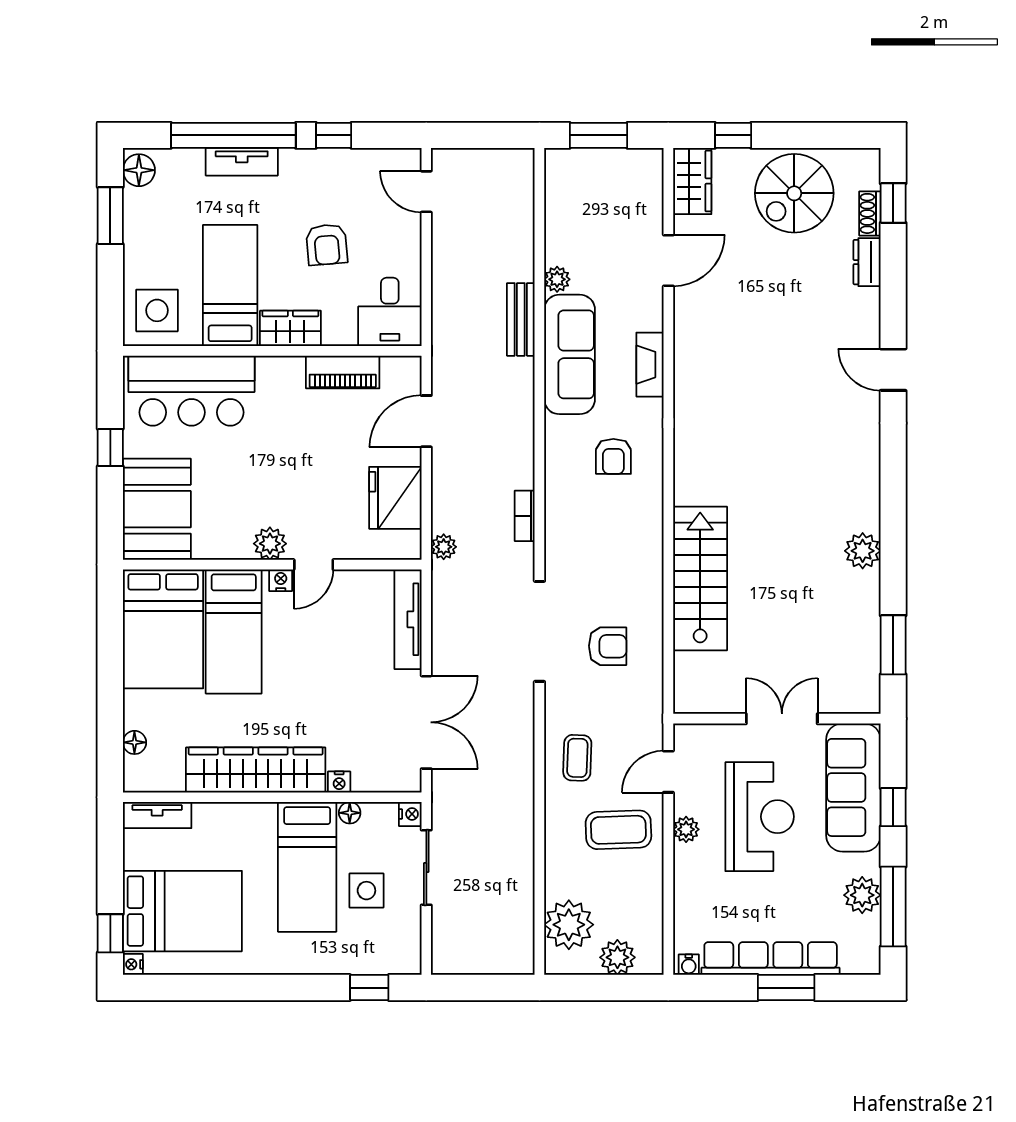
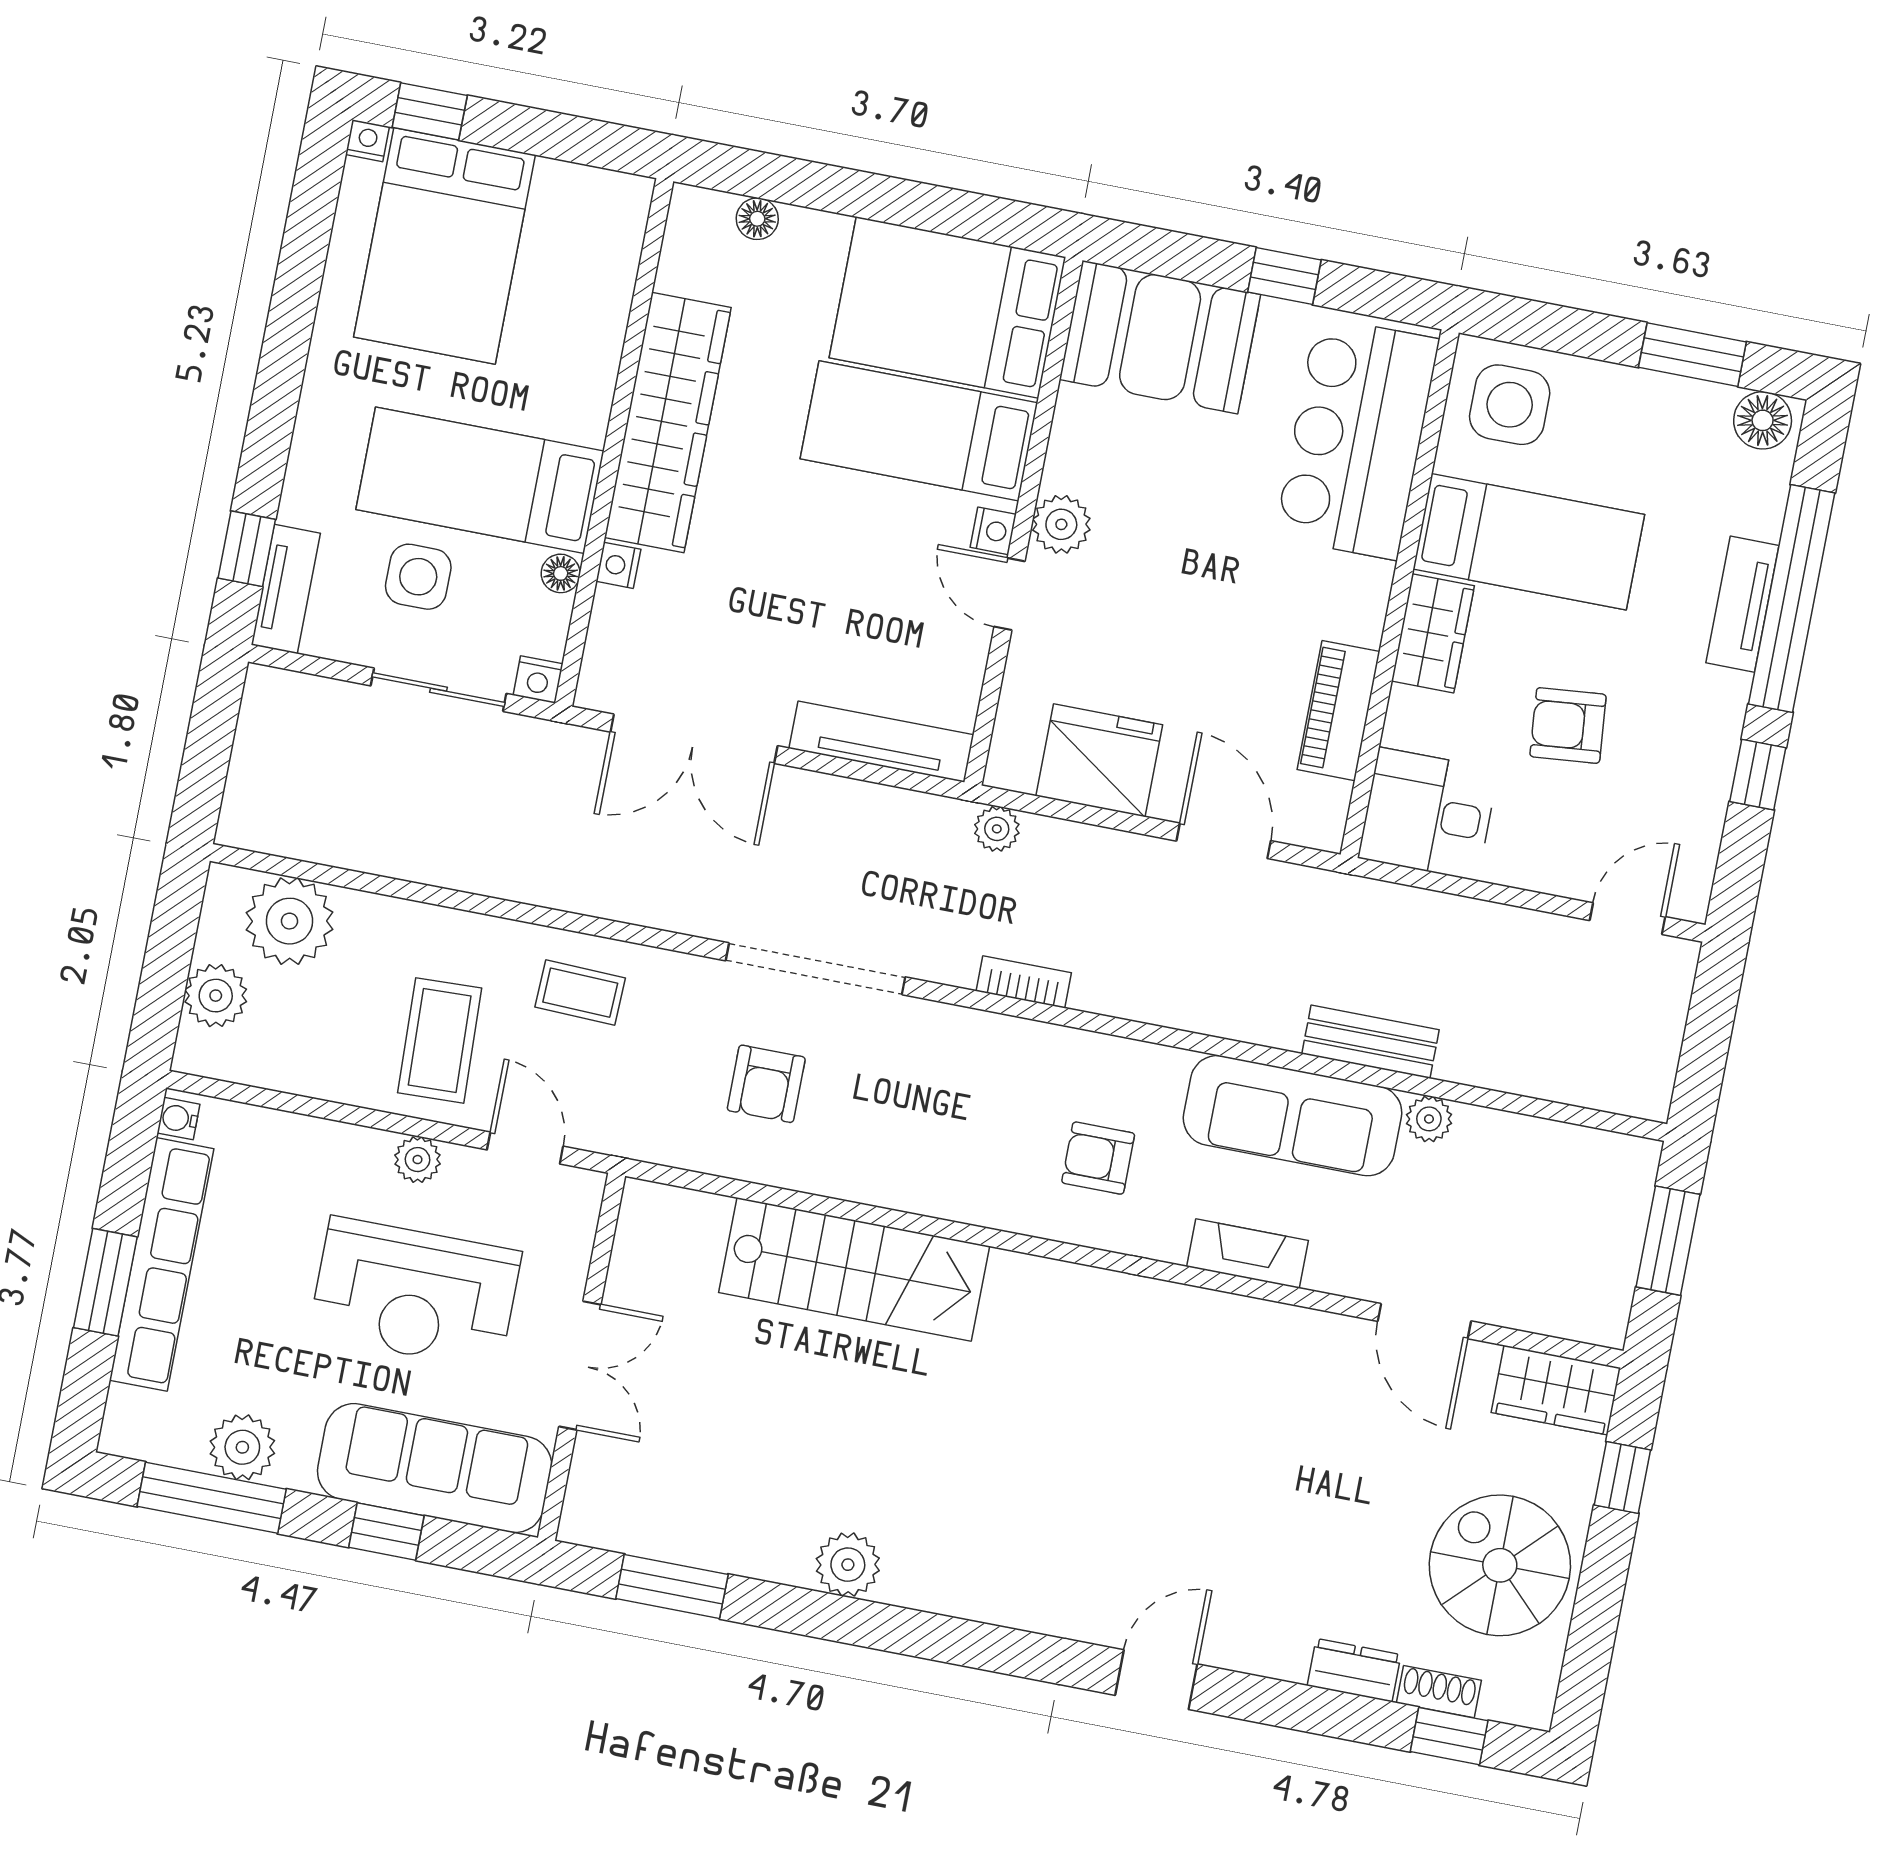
tv unit: (157, 815) -> (286, 589), moved, turned 180

